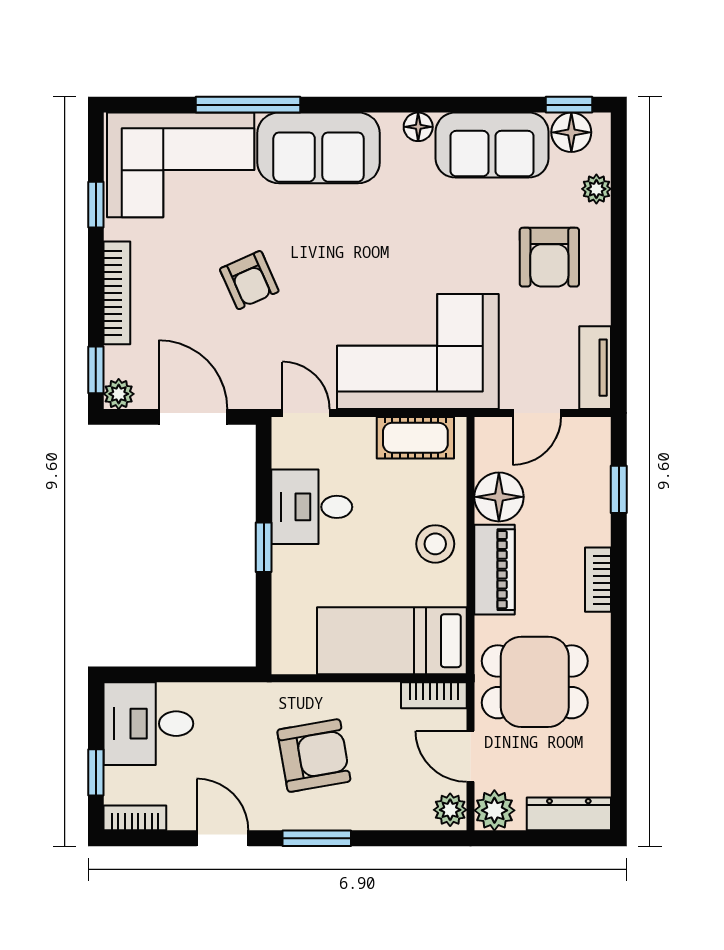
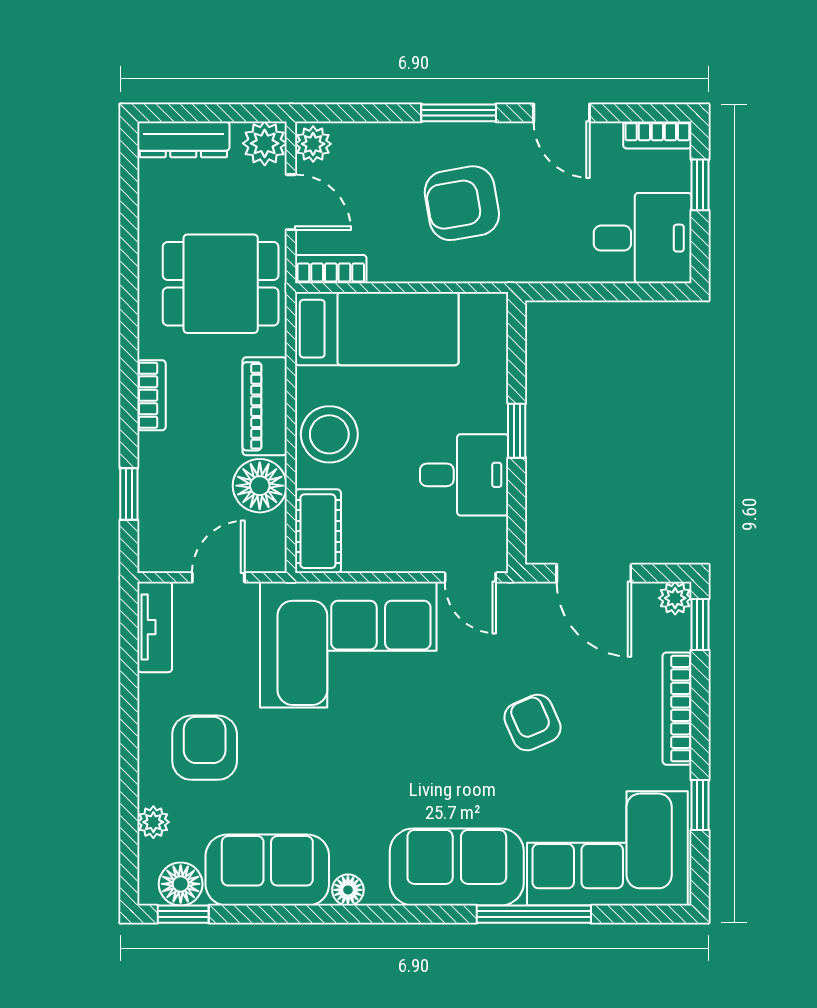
cot: (415, 438) -> (318, 531), moved, turned 90
stool: (435, 544) -> (329, 434), width x1.38, depth x1.38

